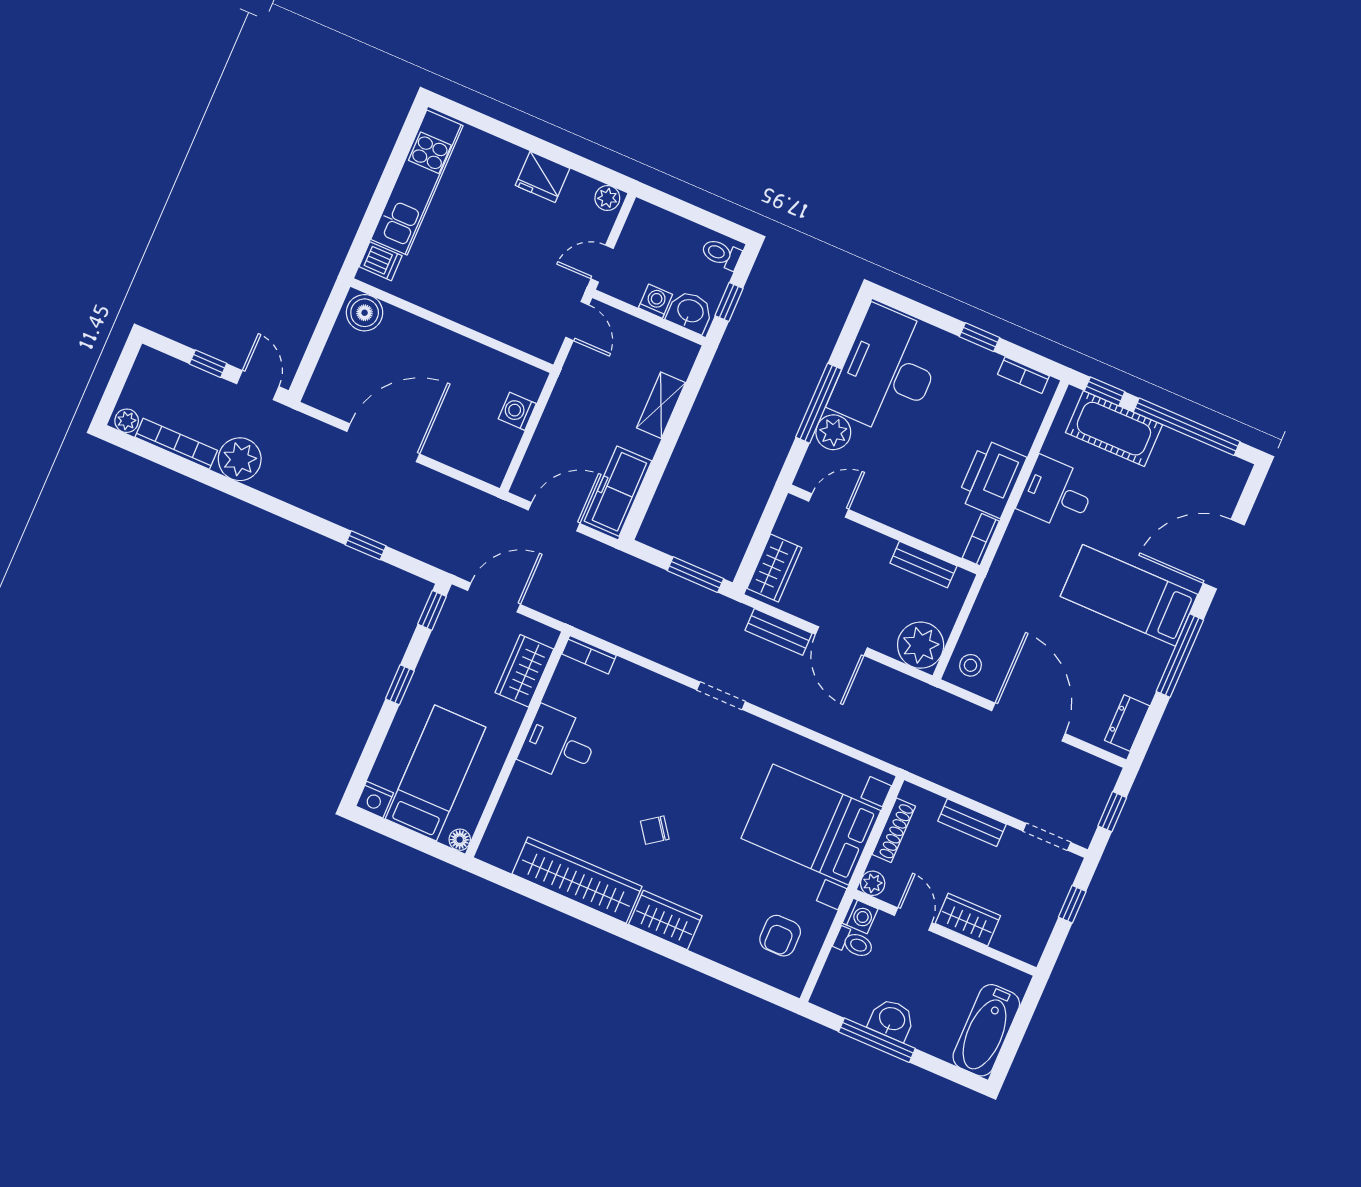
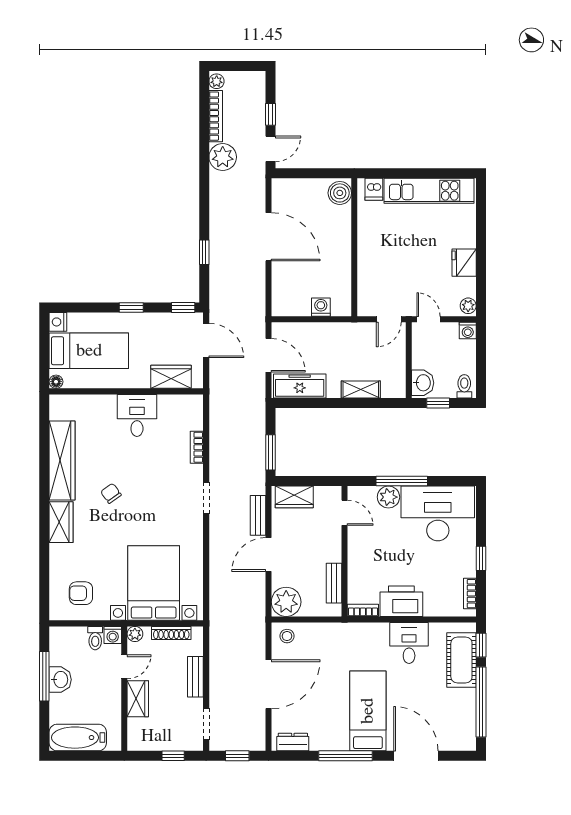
washing machine: (656, 301) -> (468, 331), moved, turned 90
bookcase: (589, 655) -> (197, 447), moved

